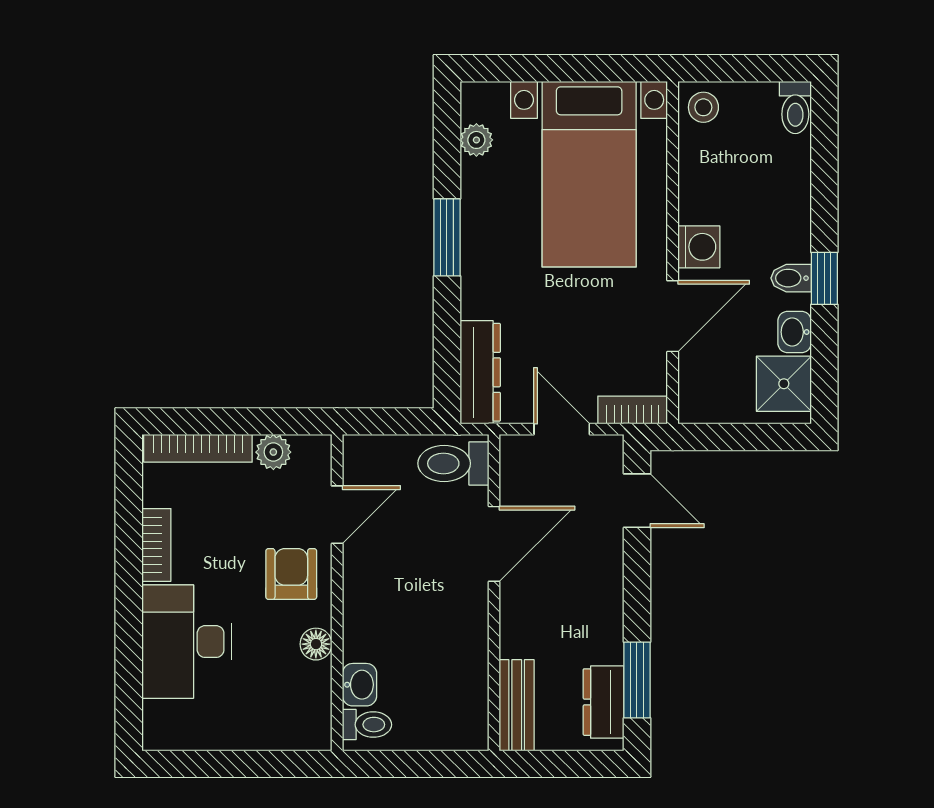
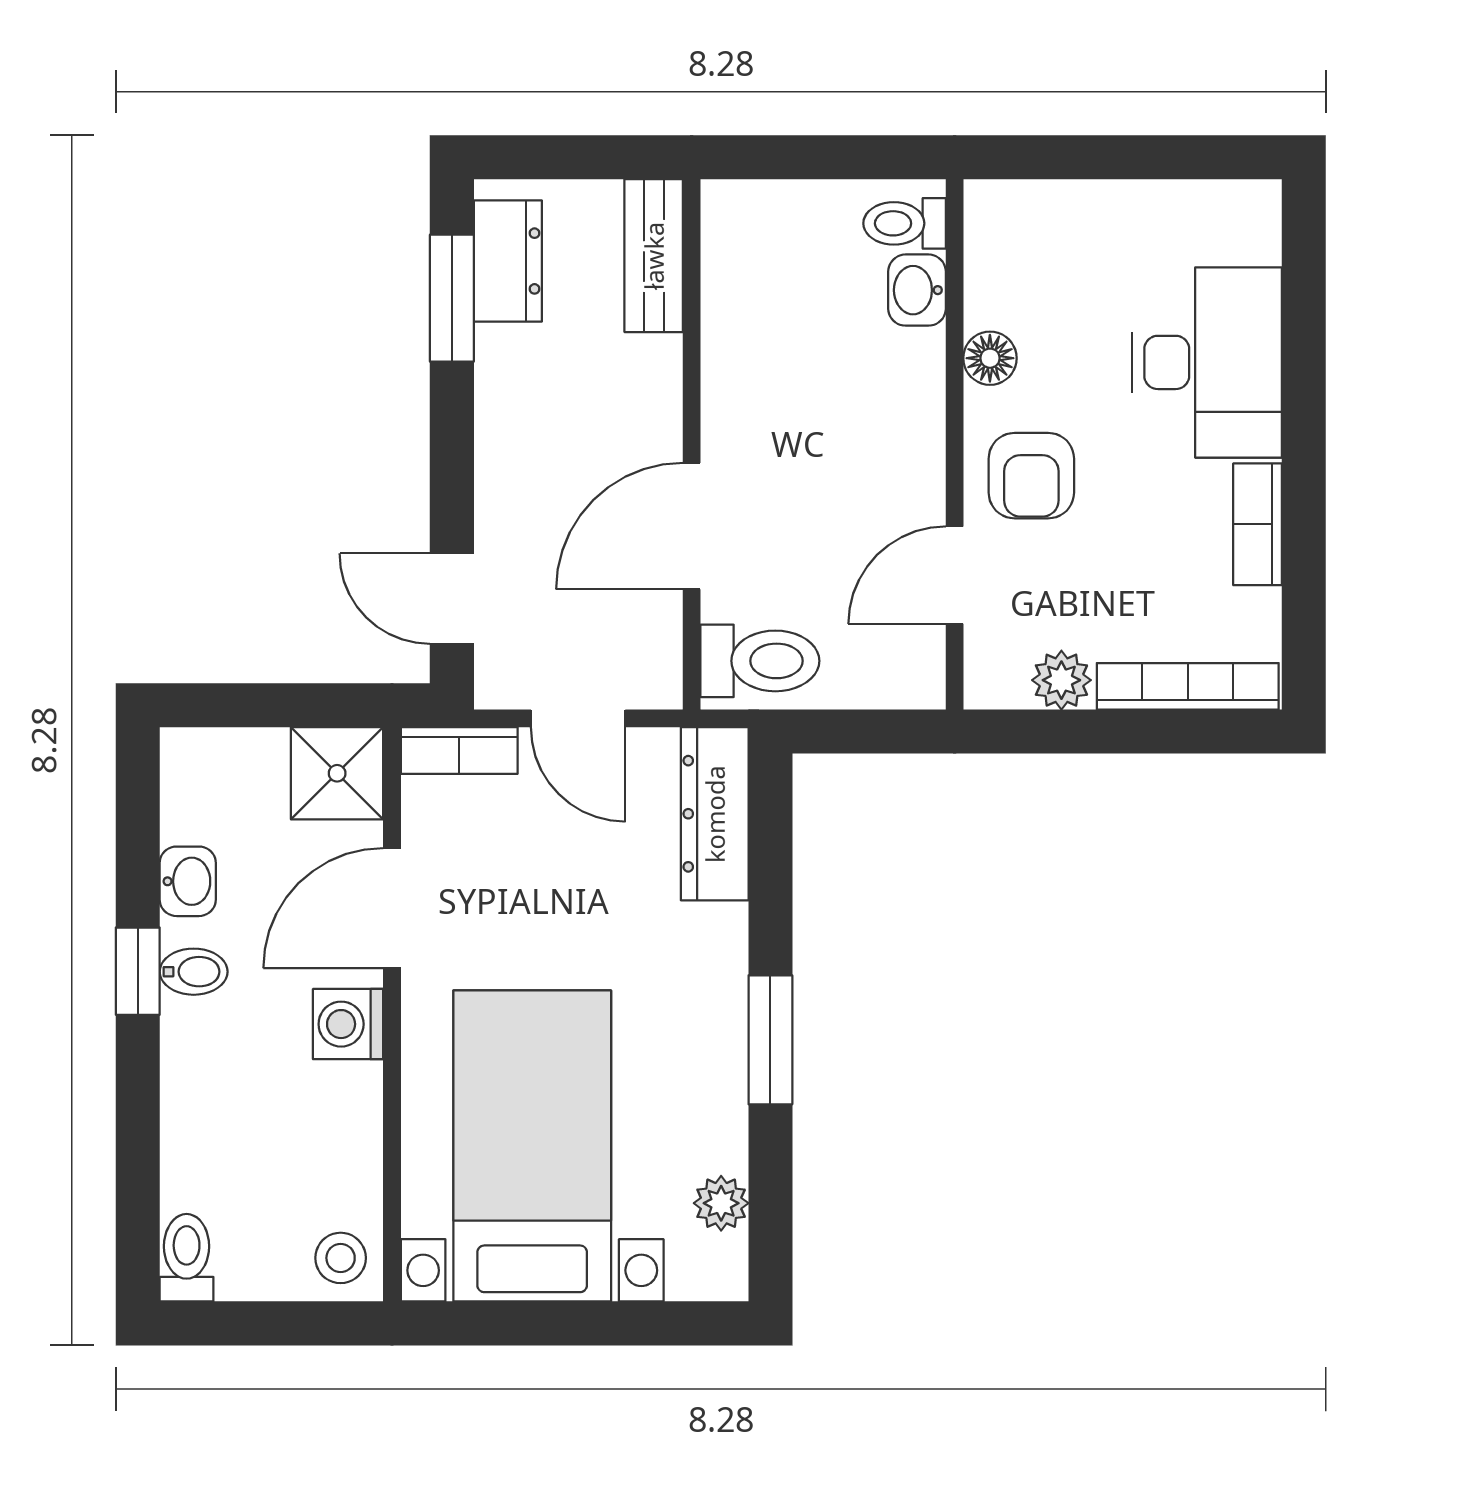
shower: (784, 384) -> (337, 773), moved

